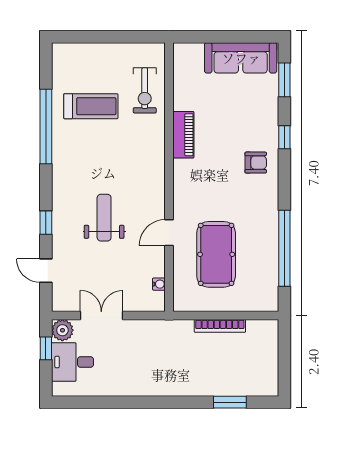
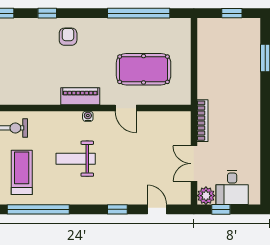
piano: (183, 135) -> (80, 96), moved
weight bench: (104, 218) -> (76, 159), moved
door: (46, 271) -> (157, 209), swing flipped
water cooler: (159, 284) -> (88, 116), moved
bookcase: (220, 326) -> (202, 121), moved
window: (284, 362) -> (232, 13), added

